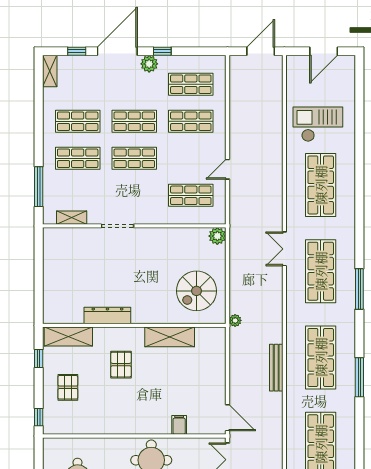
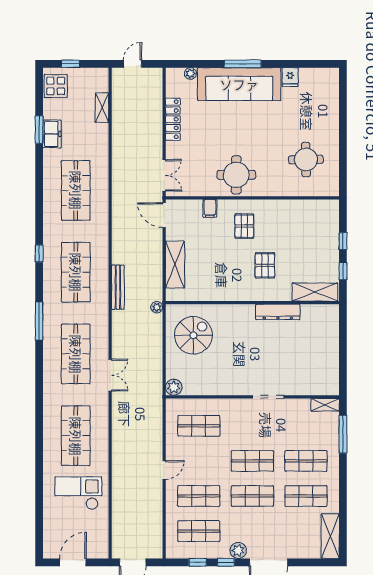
window: (77, 51) -> (198, 562), moved
shelving: (50, 71) -> (330, 536), width x1.50, depth x1.33
checkout: (318, 124) -> (78, 493), turned 180
door: (227, 169) -> (164, 470), moved
shelving: (72, 218) -> (325, 405), moved
window: (359, 289) -> (39, 321), moved
shelving: (170, 337) -> (175, 265), moved, turned 90
bench: (276, 368) -> (118, 287), moved
window: (359, 377) -> (39, 253), width x0.46
pallet: (68, 387) -> (244, 226), moved
window: (39, 417) -> (343, 241), moved

